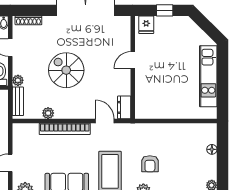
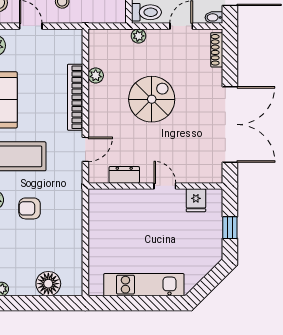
fridge: (146, 25) -> (196, 200), moved, turned -90
bench: (18, 101) -> (111, 36), removed
dresser: (124, 107) -> (124, 175), moved
floor lamp: (212, 149) -> (48, 284), width x1.89, depth x1.89

